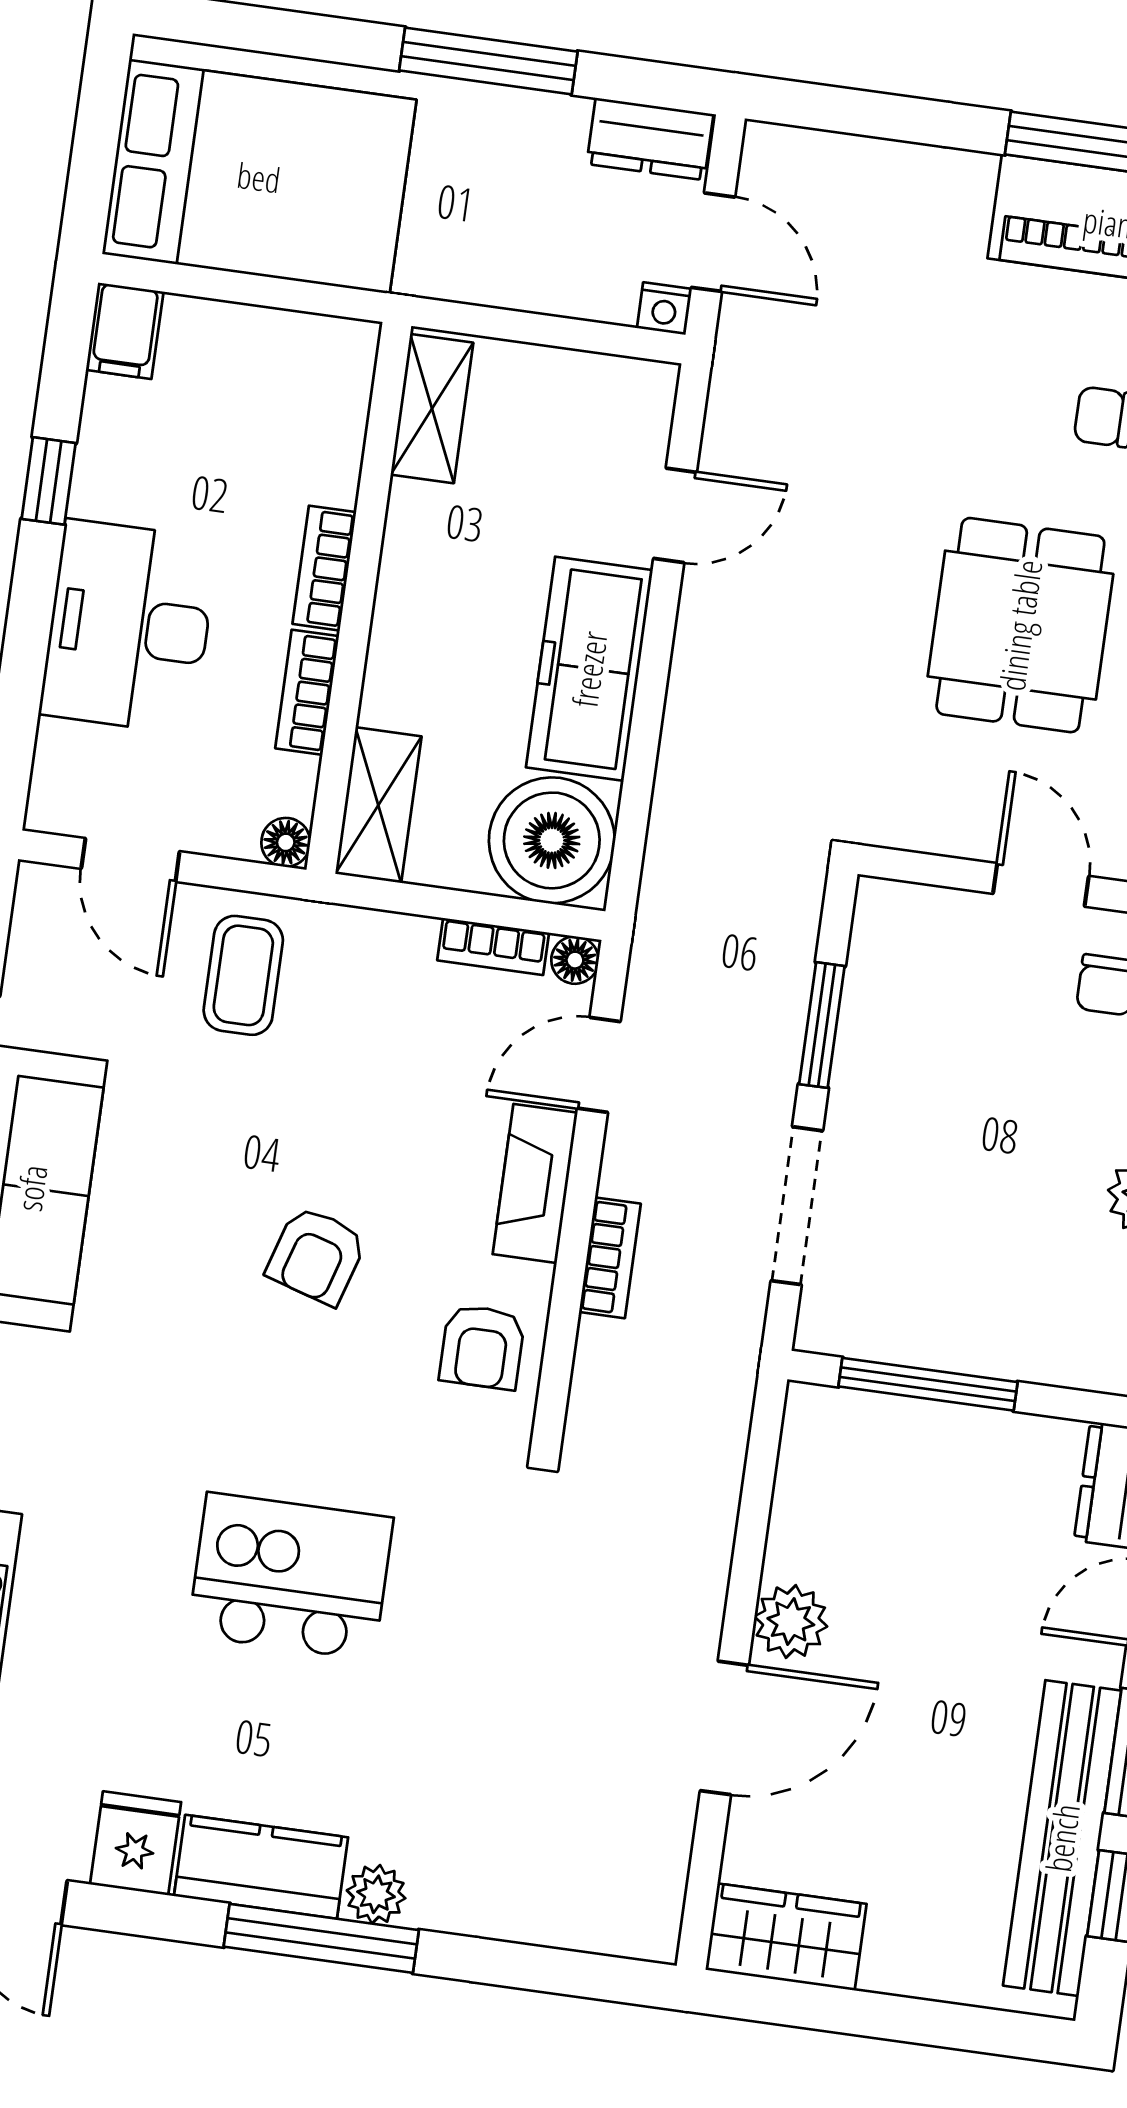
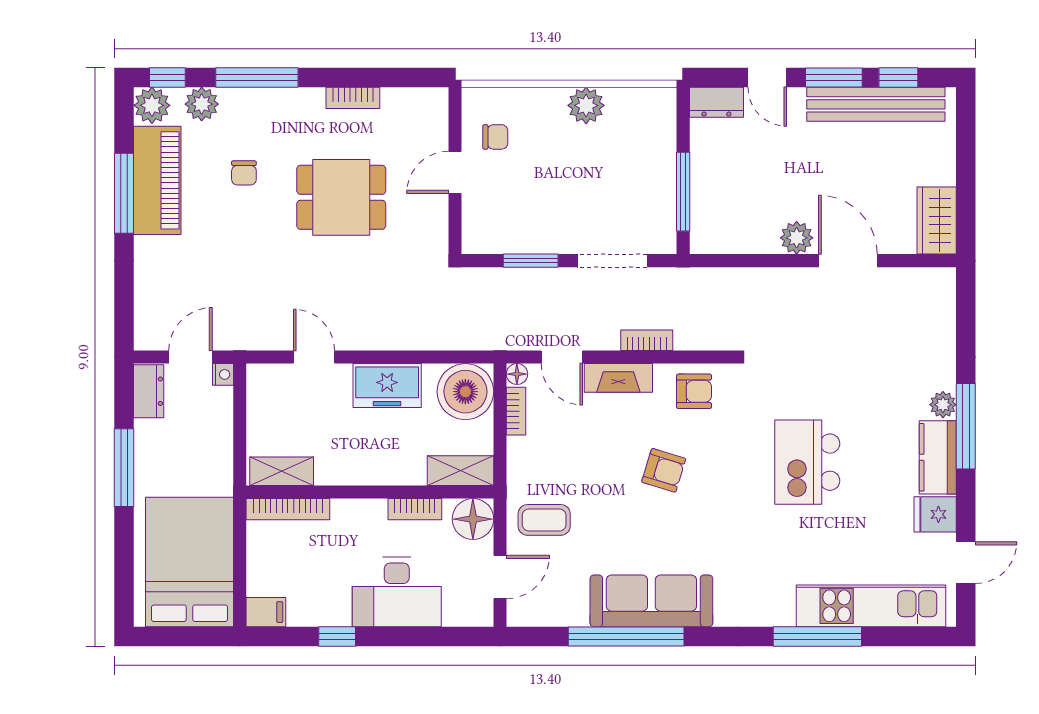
bookcase: (324, 568) -> (288, 509), moved, width x1.56
freezer: (589, 669) -> (387, 386), width x0.71
floor lamp: (286, 842) -> (473, 519), width x1.89, depth x1.89

